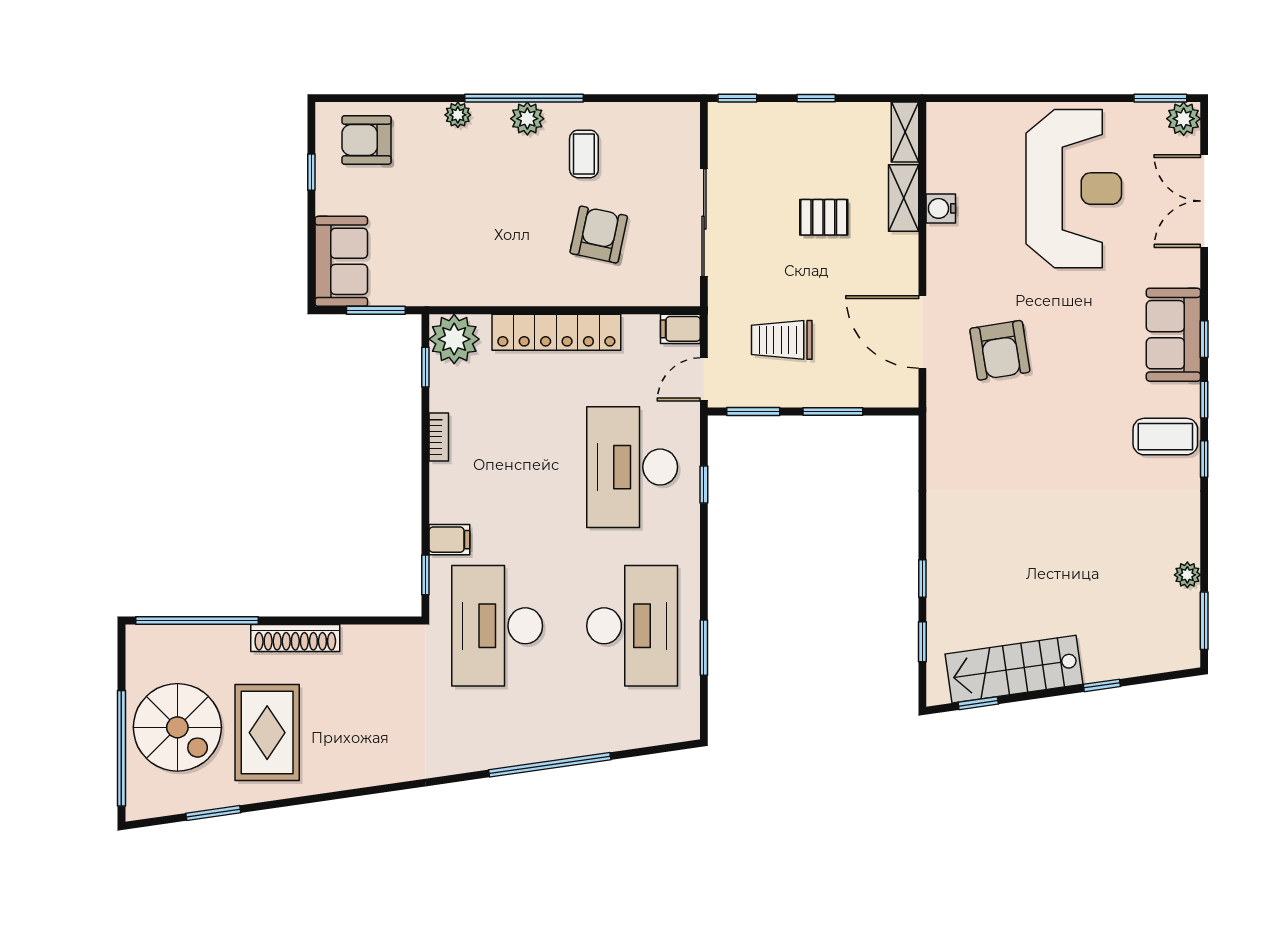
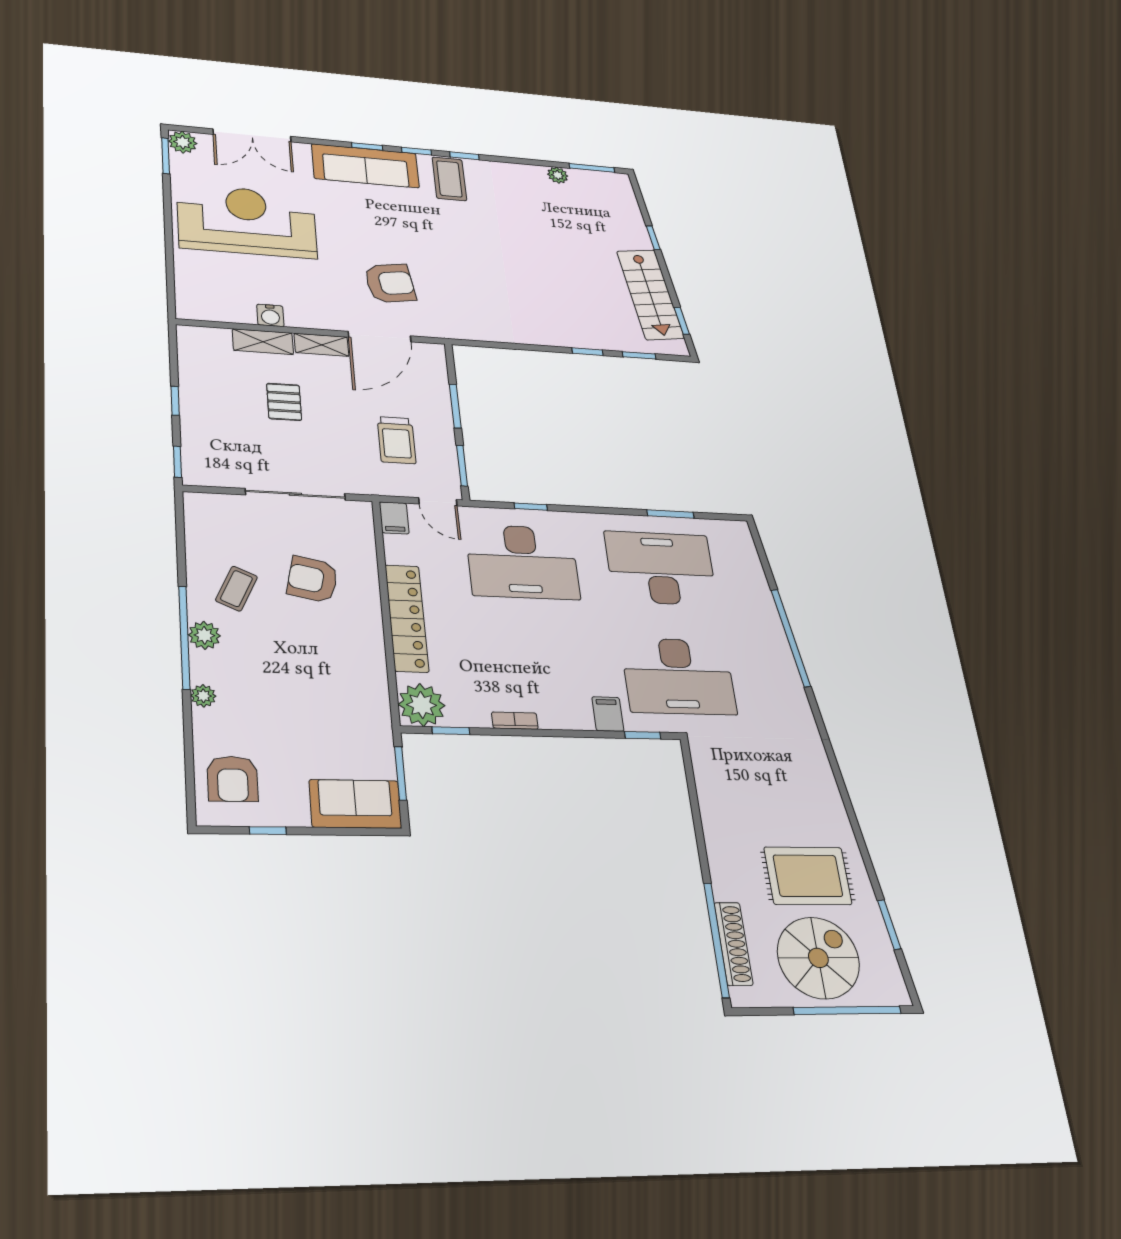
shelving: (905, 132) -> (321, 345), moved
coffee table: (584, 154) -> (236, 589), turned -65
sofa: (1173, 335) -> (365, 166), width x1.36
shoe rack: (295, 638) -> (733, 944), moved

